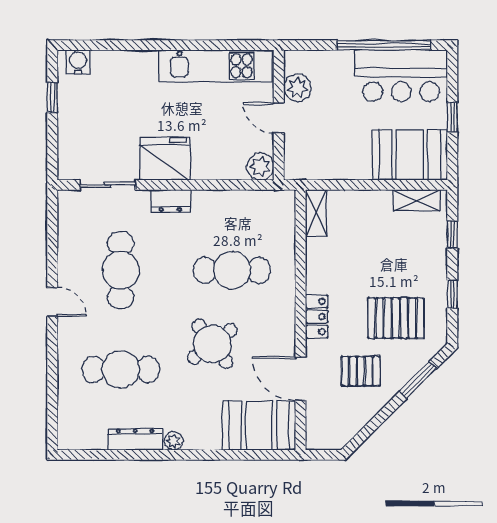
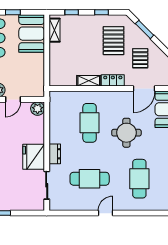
shelving: (316, 213) -> (89, 81), moved
round table: (212, 344) -> (126, 133), turned 37

